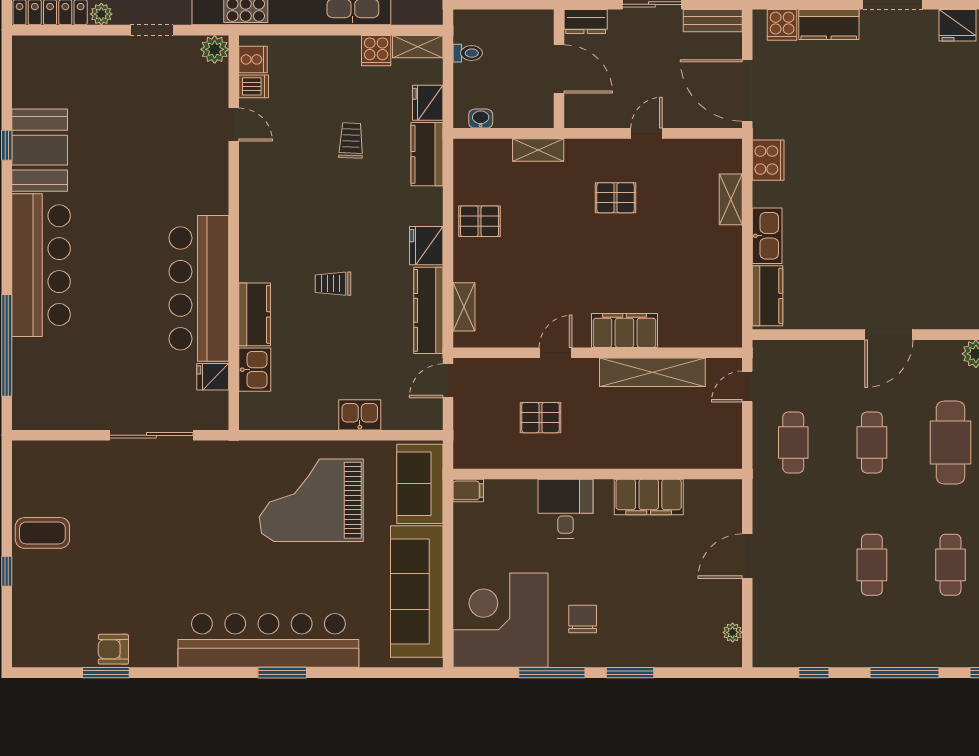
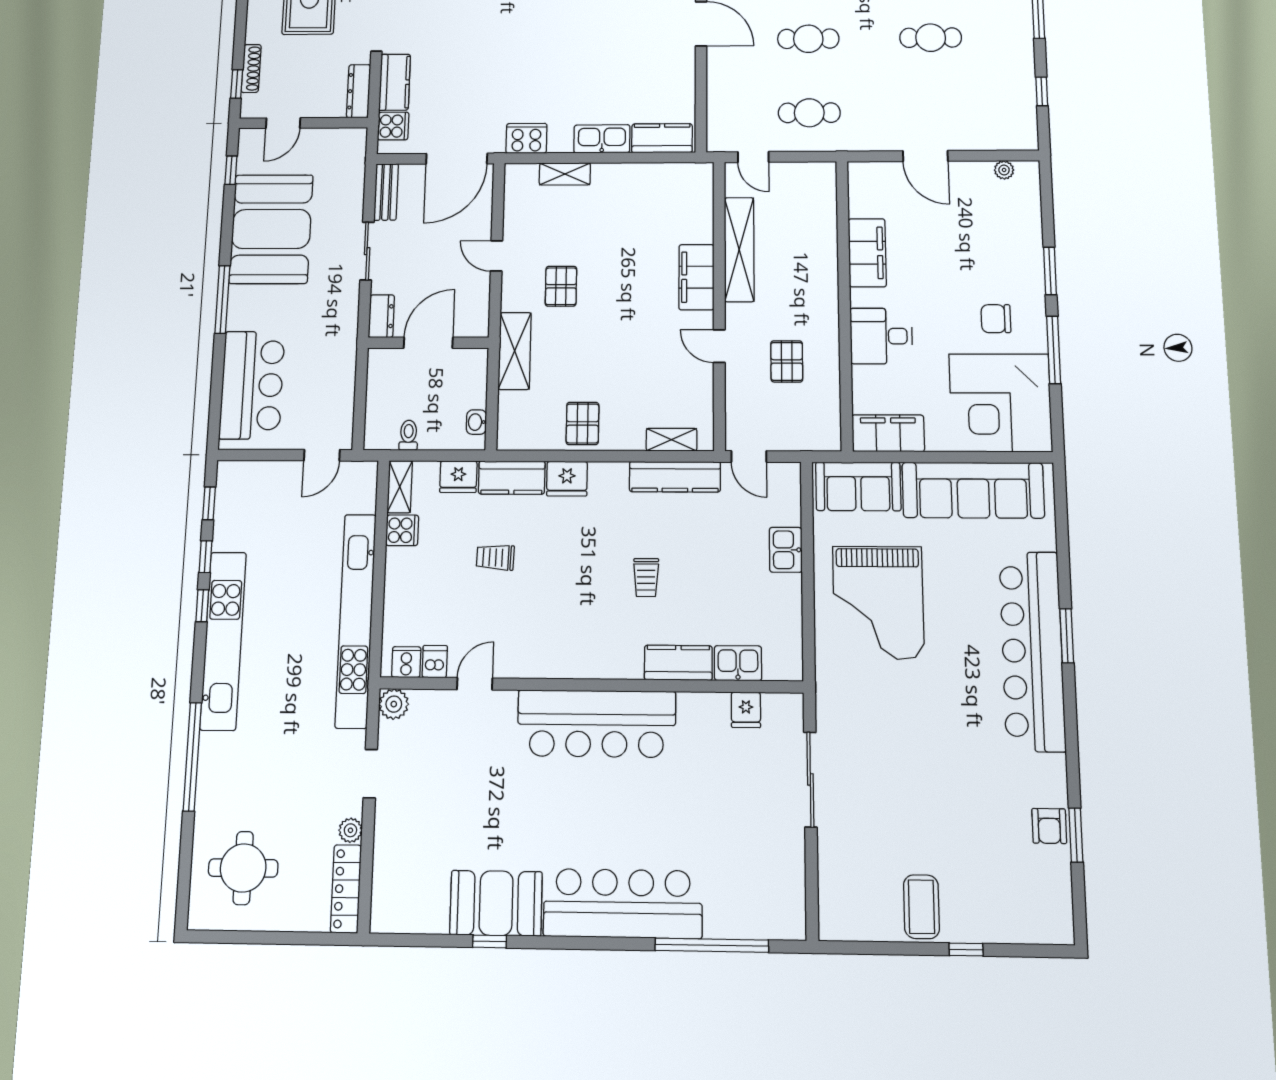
shelving: (538, 150) -> (515, 351), width x1.50, depth x1.33
fridge: (426, 246) -> (567, 479), moved
bar counter: (199, 288) -> (597, 724), moved
filing cabinet: (468, 490) -> (888, 433), width x3.00, depth x1.17

